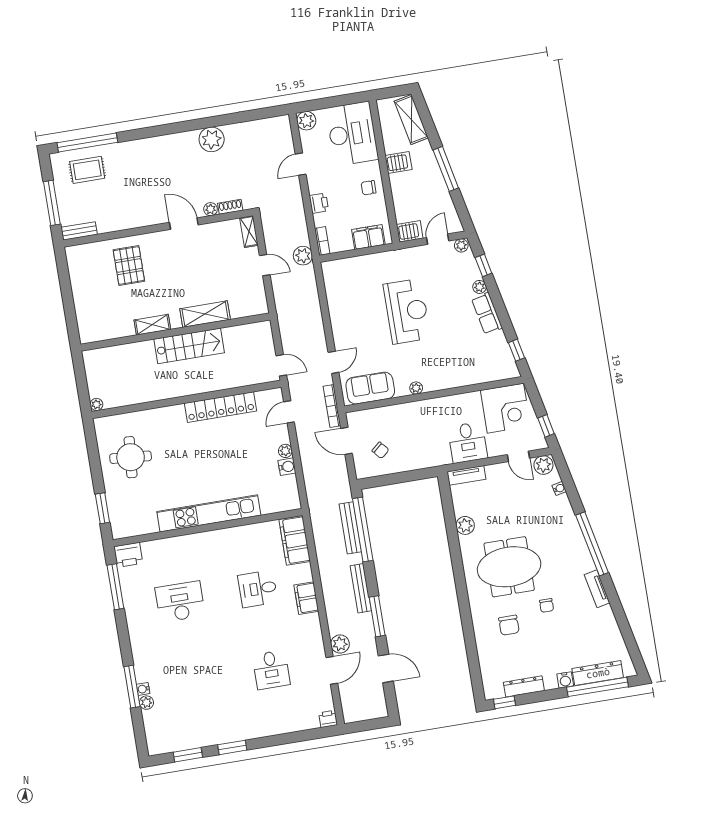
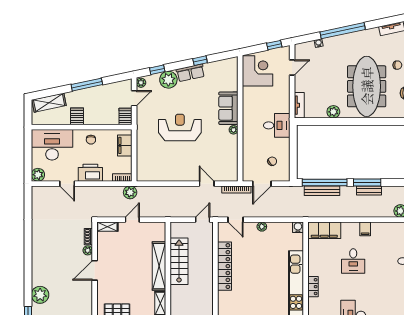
plant: (212, 139) -> (40, 295), moved
printer: (319, 203) -> (90, 173), width x1.87, depth x1.48
door: (438, 239) -> (134, 98), swing flipped
plant: (479, 287) -> (168, 80), width x1.88, depth x1.88
shelving: (205, 314) -> (159, 266), width x1.47
stairs: (189, 346) -> (179, 261), moved
window: (516, 350) -> (200, 61), moved
sofa: (370, 388) -> (228, 108), moved
desk: (468, 442) -> (277, 125), moved
plant: (543, 465) -> (301, 51), removed
water cooler: (287, 467) -> (298, 227), moved
locker: (212, 538) -> (313, 287), added
window: (592, 544) -> (343, 31), moved
meeting table: (509, 567) -> (367, 86), width x1.36
bench: (361, 588) -> (369, 190), width x0.73
filing cabinet: (306, 598) -> (365, 229), width x0.50
window: (377, 616) -> (367, 182), moved

